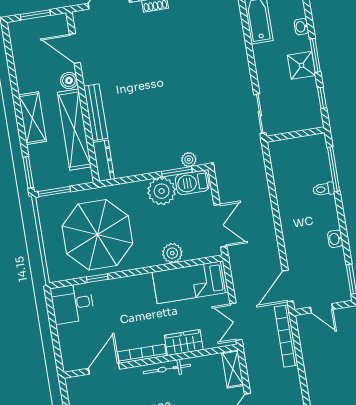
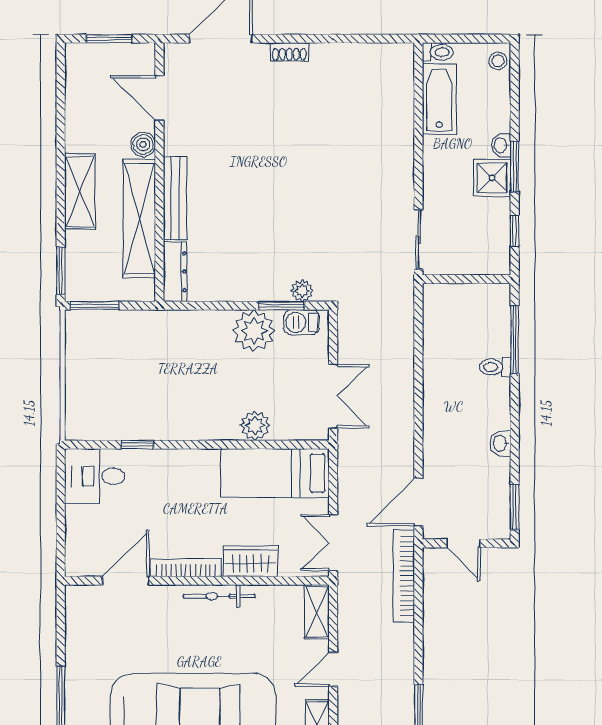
washbasin: (301, 27) -> (501, 145), moved
barbecue: (192, 183) -> (302, 322), width x0.73, depth x0.79
parasol: (97, 235) -> (148, 380), removed

